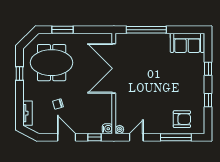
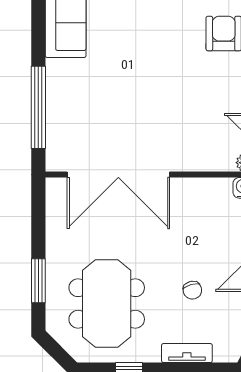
tv unit: (28, 113) -> (187, 353), moved

